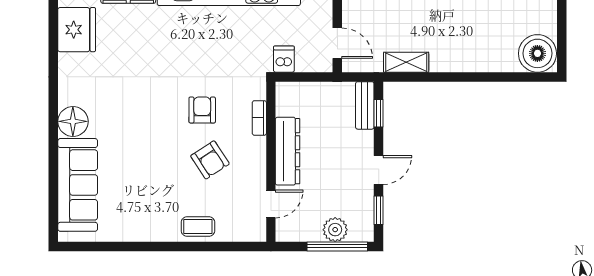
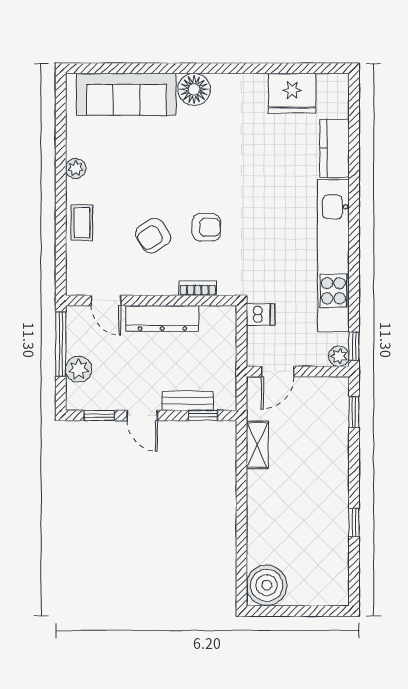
bench: (365, 105) -> (188, 401), moved
plant: (147, 232) -> (76, 168), added
window: (337, 246) -> (61, 344), moved

